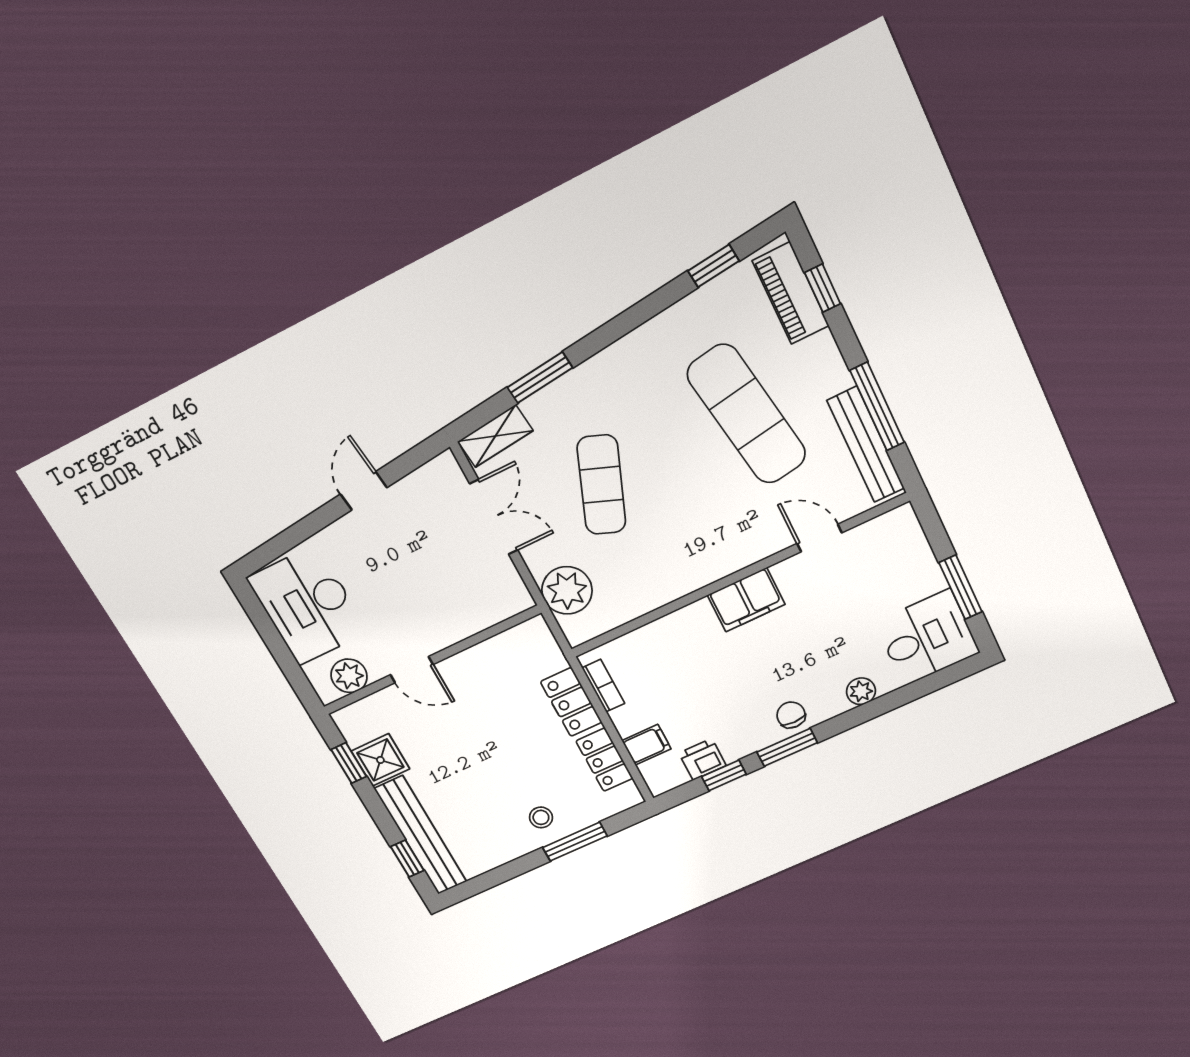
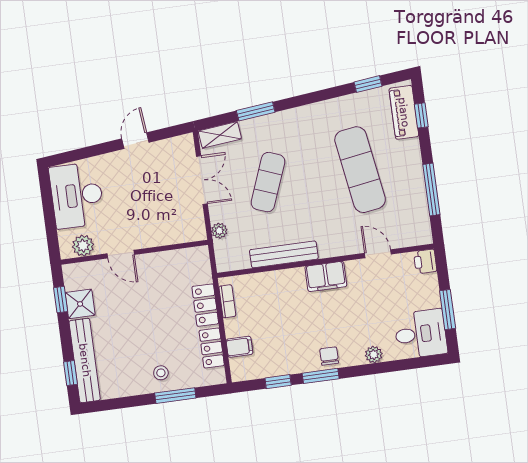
bench: (866, 445) -> (284, 254), moved, turned 90
plant: (567, 590) -> (219, 231), width x0.53, depth x0.53
printer: (702, 759) -> (425, 261), moved, turned -90

